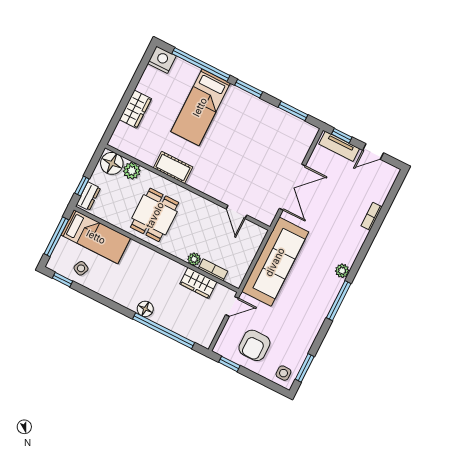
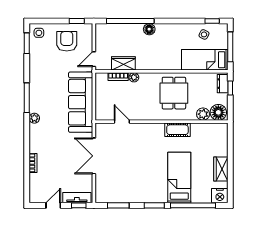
wardrobe: (135, 109) -> (221, 169), moved

